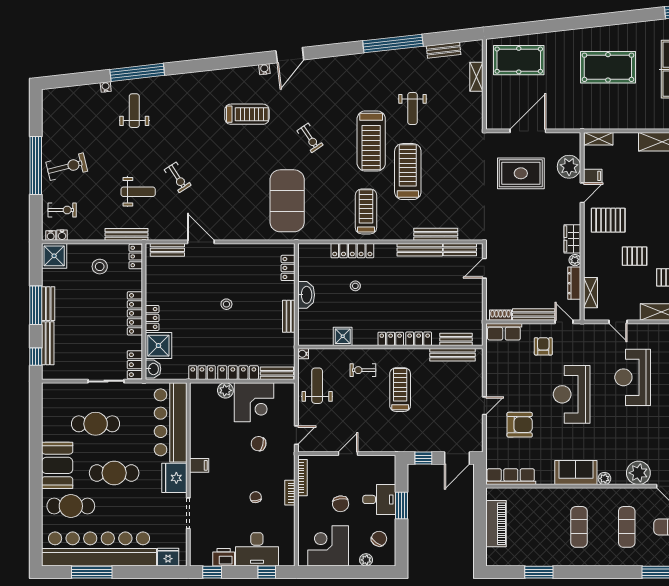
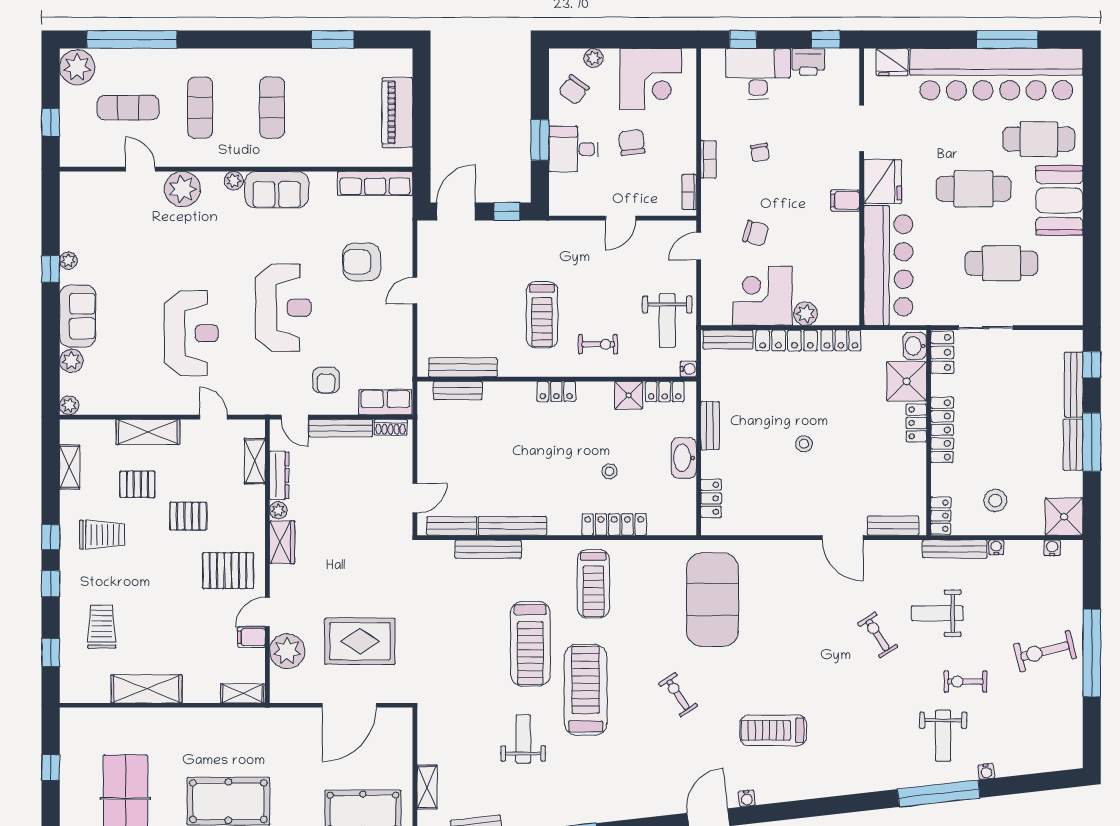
exercise bike: (62, 210) -> (965, 682), moved
water cooler: (51, 236) -> (996, 547), moved
locker: (419, 339) -> (665, 392), moved
bookcase: (303, 478) -> (689, 192), width x0.64

